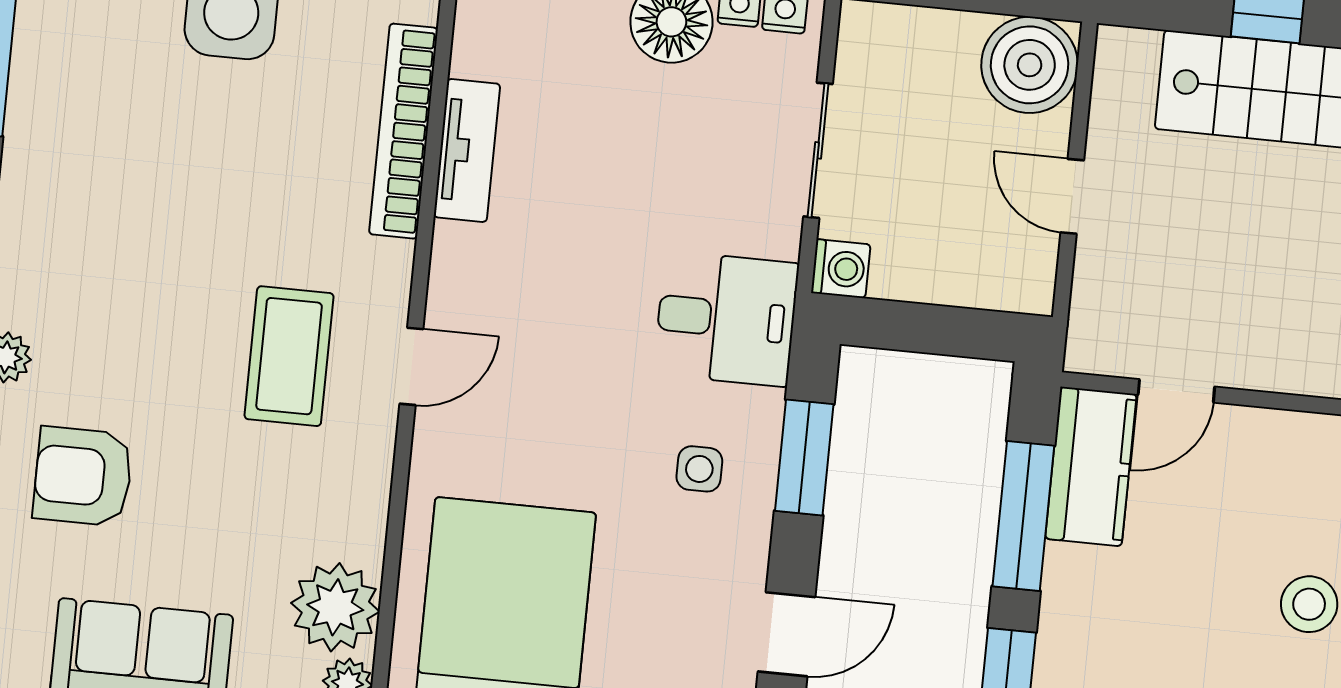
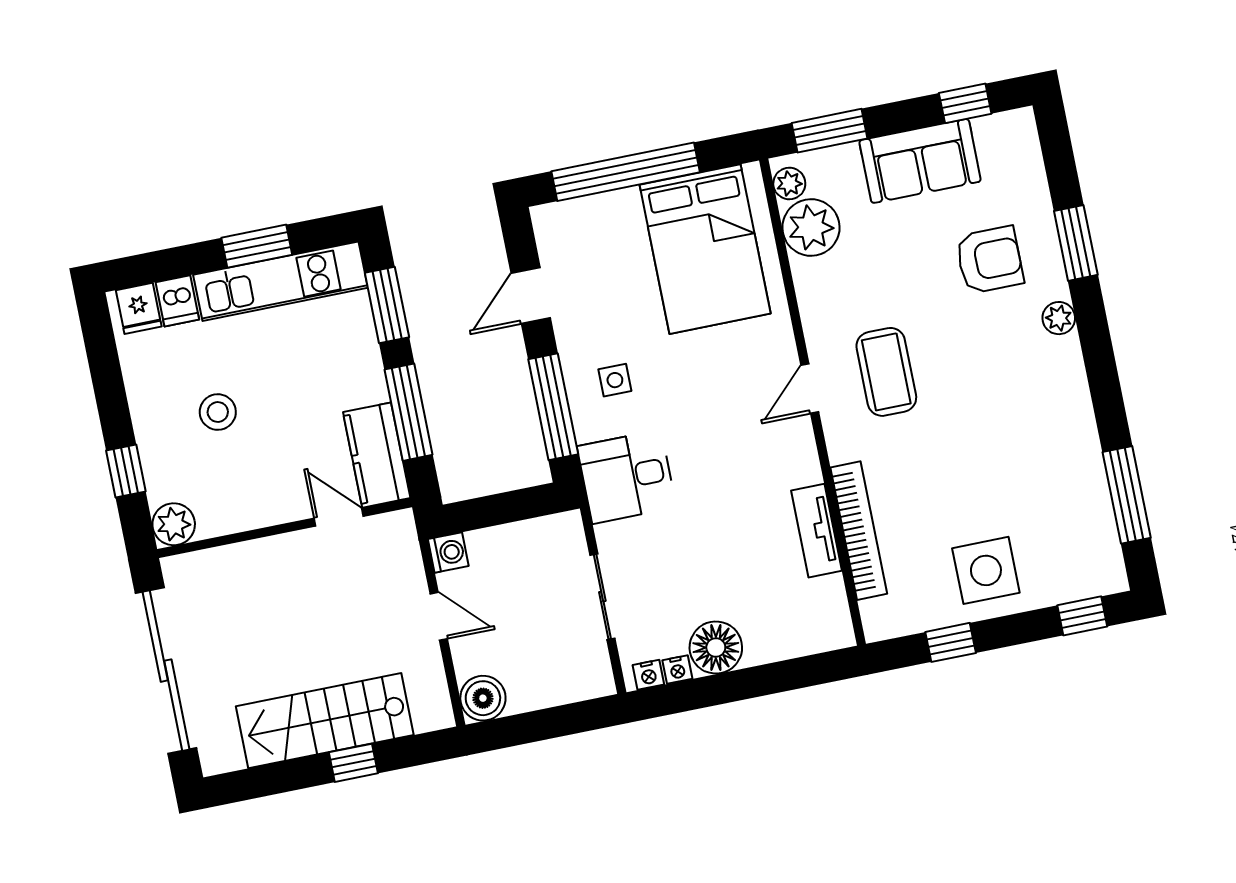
boiler: (1030, 65) -> (483, 698), width x0.73, depth x0.73
washing machine: (841, 269) -> (448, 553), moved, turned 180
door: (1176, 391) -> (339, 517), hinge flipped
window: (804, 457) -> (553, 407), width x1.44

